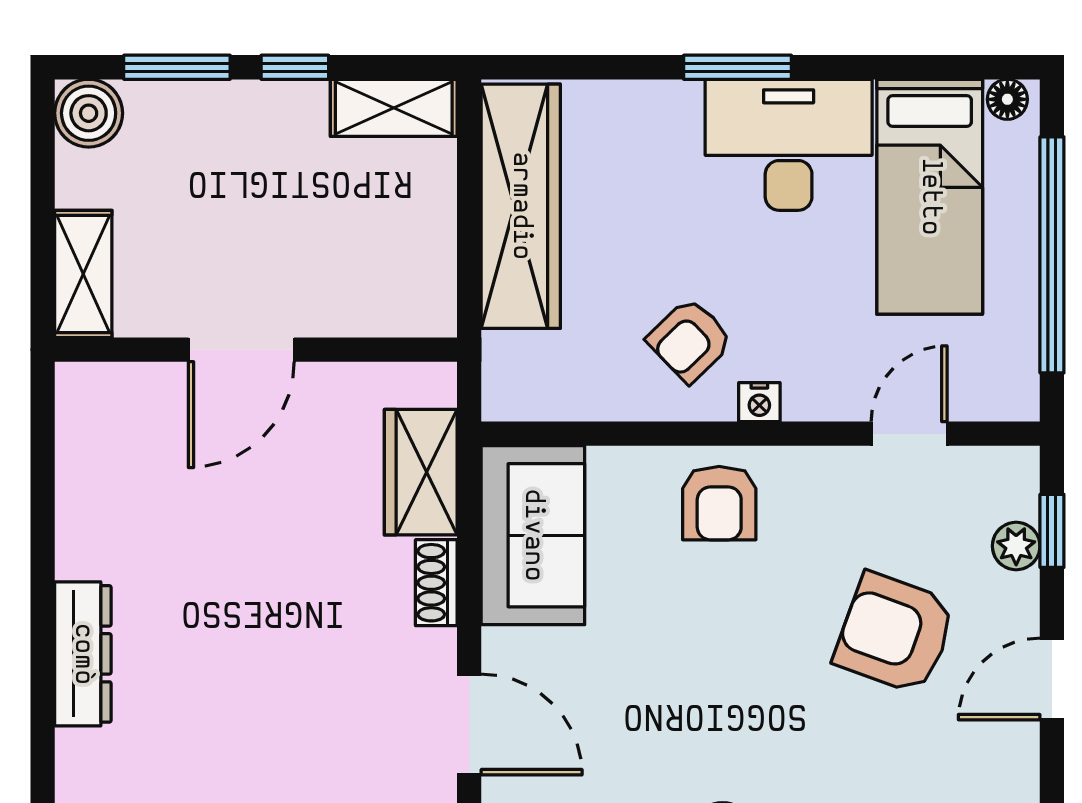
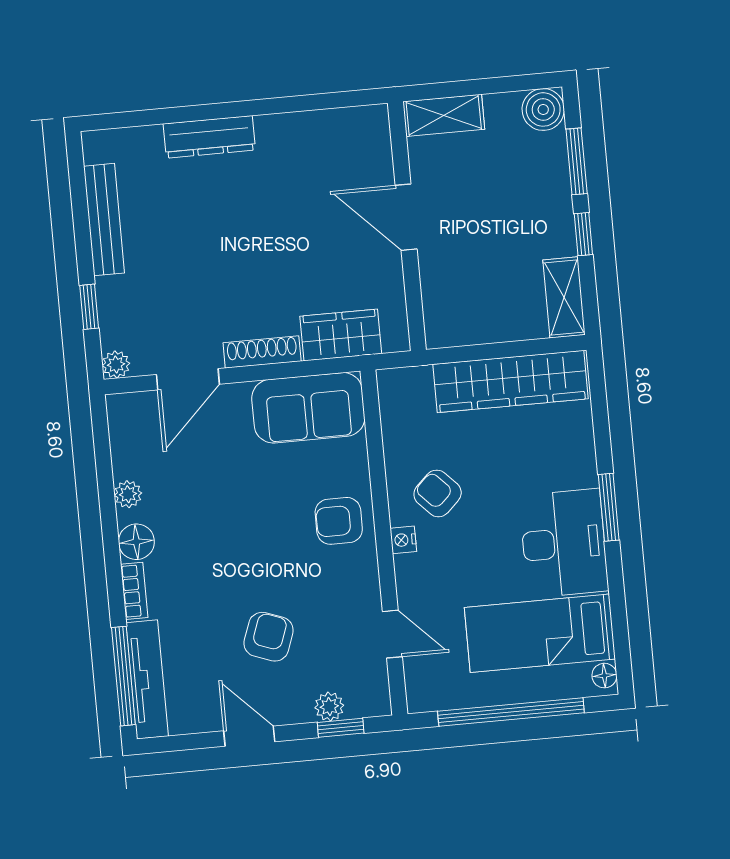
shoe rack: (436, 583) -> (262, 352), width x1.43
armchair: (895, 633) -> (269, 637), width x0.72, depth x0.72

